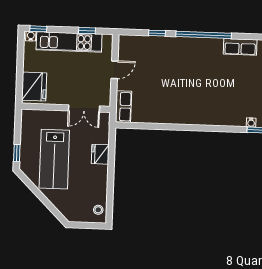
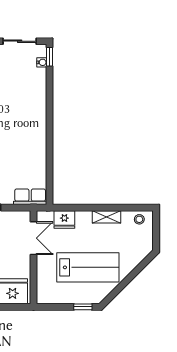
fridge: (100, 154) -> (64, 219), moved
shelving: (102, 179) -> (106, 217), added

